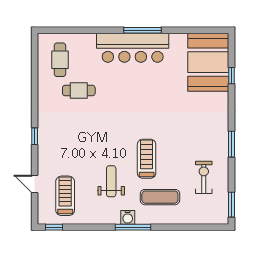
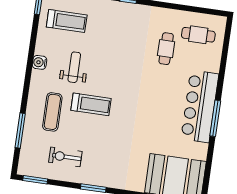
exercise bike: (204, 177) -> (65, 157), turned 180
weight bench: (111, 181) -> (74, 67), turned -90
water cooler: (128, 217) -> (40, 62), moved
window: (133, 227) -> (20, 131), moved

